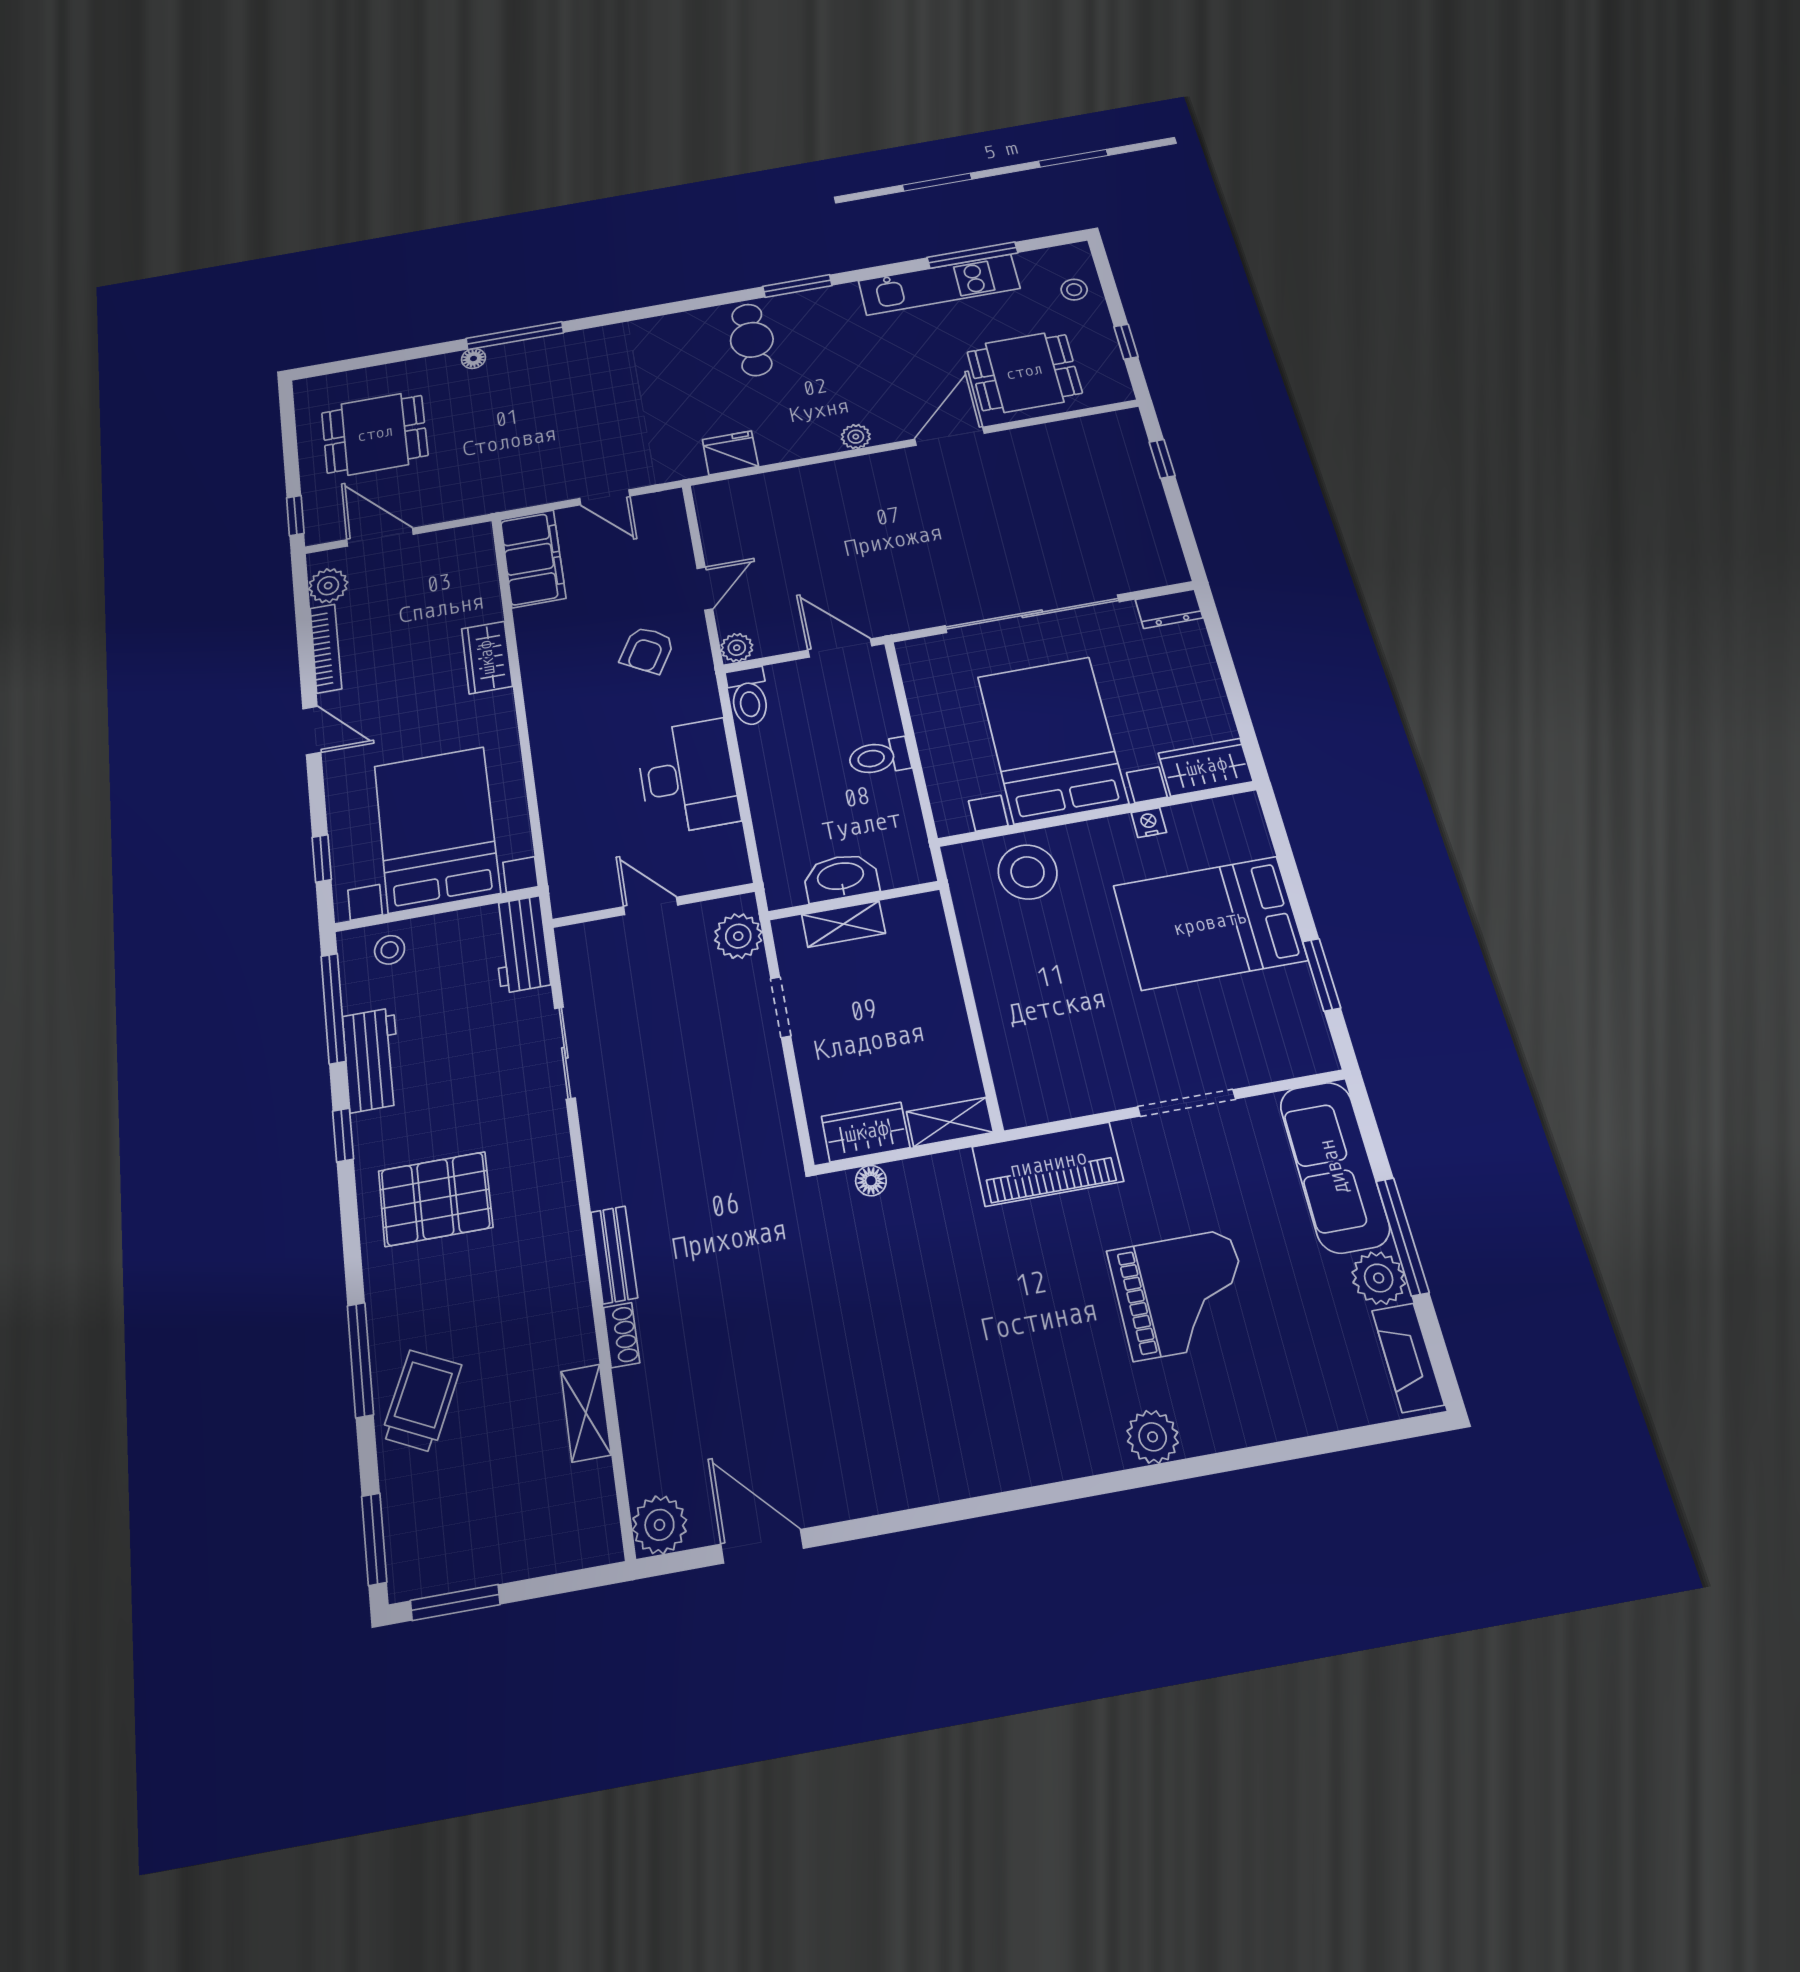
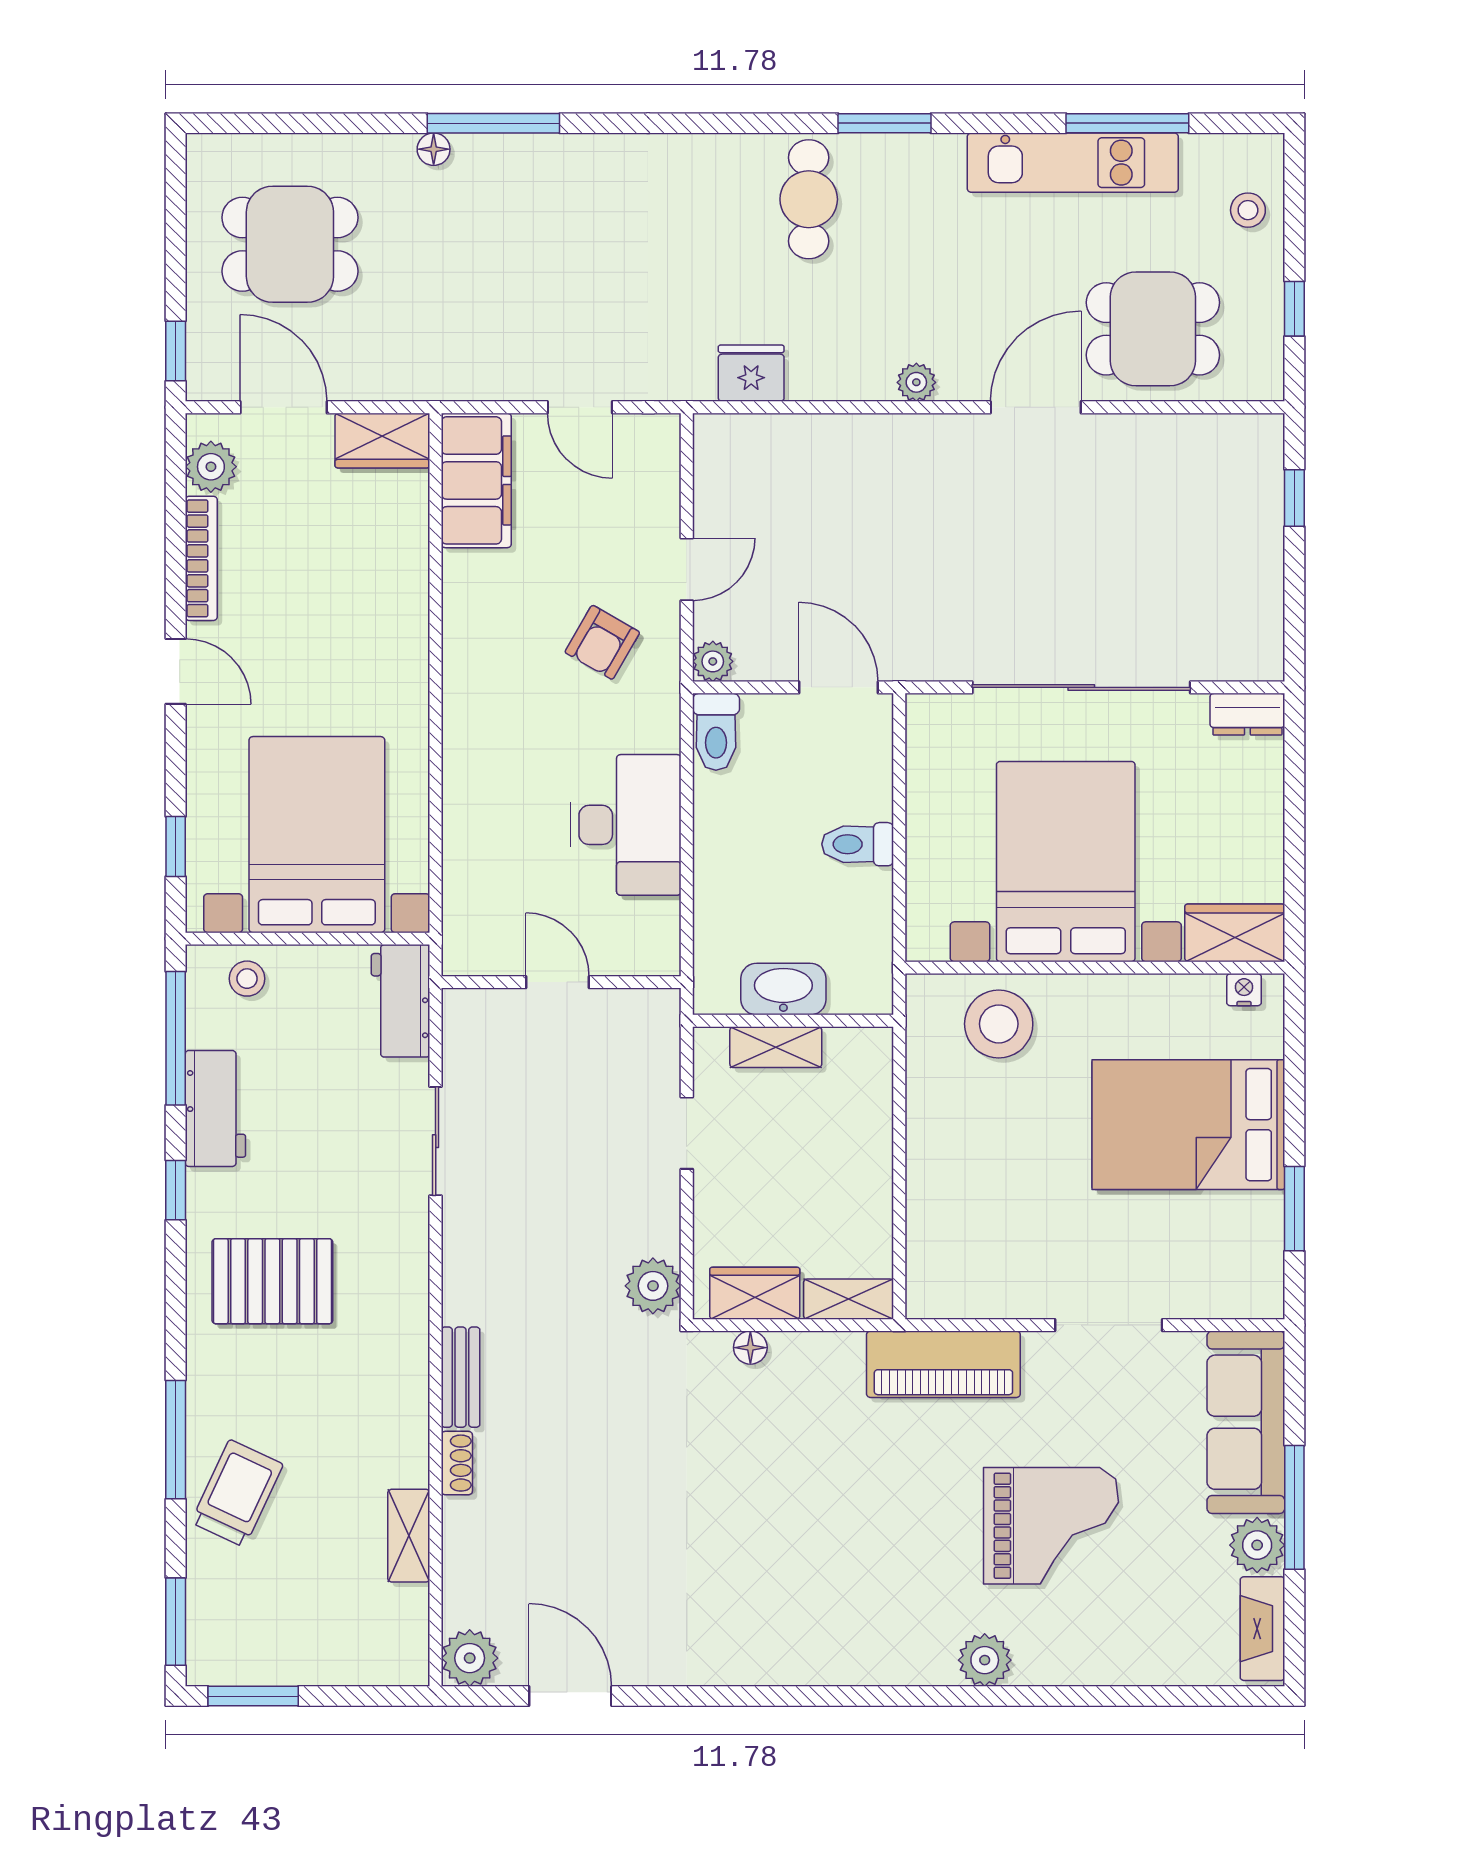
wardrobe: (487, 658) -> (382, 441), moved, turned -90
nightstand: (1149, 823) -> (1244, 990), moved
plant: (738, 936) -> (653, 1286), moved

